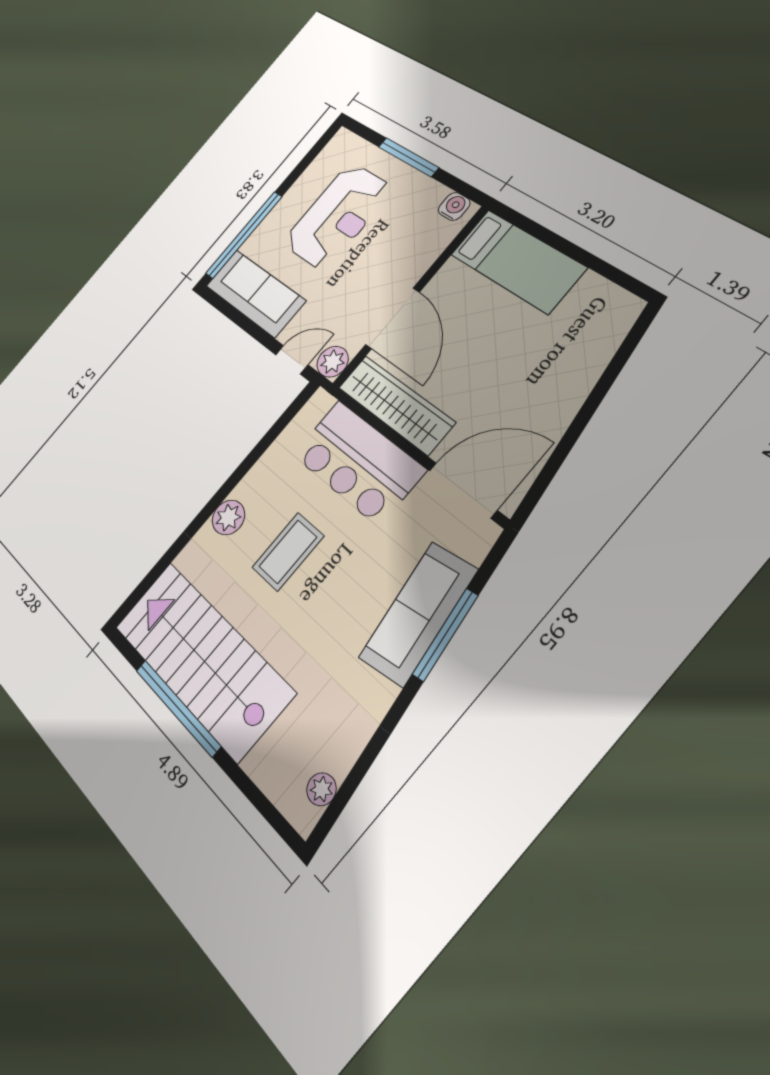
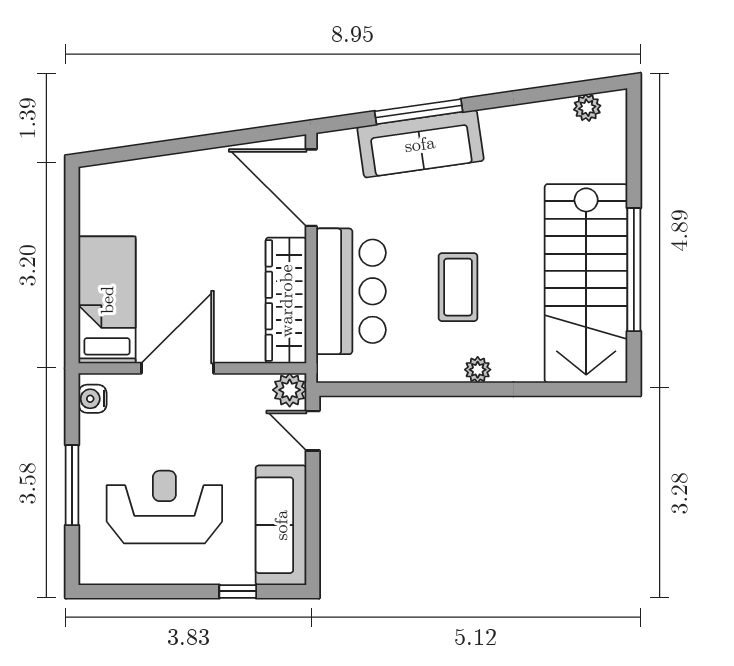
window: (244, 235) -> (238, 591), width x0.32
door: (392, 318) -> (178, 368), moved
plant: (228, 517) -> (478, 370), width x0.73, depth x0.73
coffee table: (288, 552) -> (458, 287), turned 90

